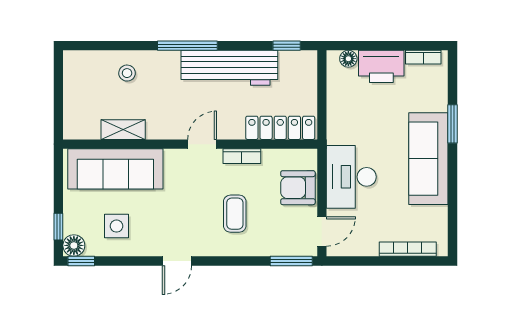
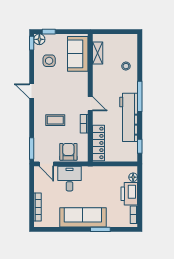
shelving: (123, 130) -> (98, 53), moved
sofa: (115, 169) -> (78, 54), width x0.73
desk: (351, 177) -> (70, 179), width x0.73

